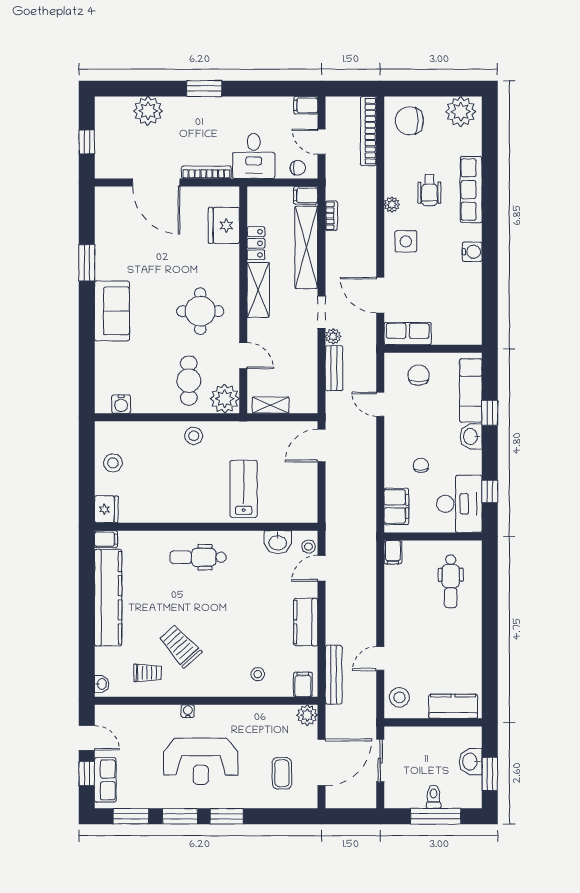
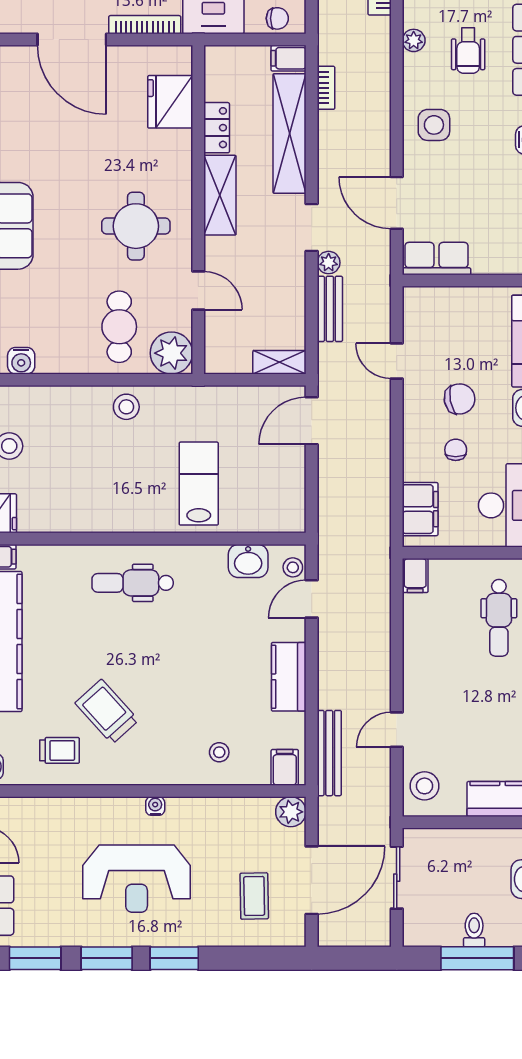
plant: (392, 205) -> (414, 40), moved
chair: (419, 375) -> (460, 399), moved, turned 79
shelving: (271, 405) -> (279, 362), moved
water cooler: (188, 711) -> (155, 806), moved

